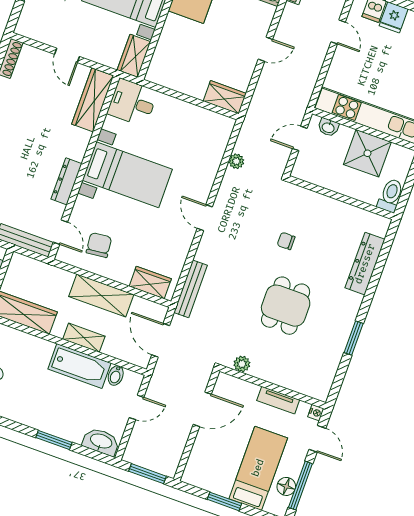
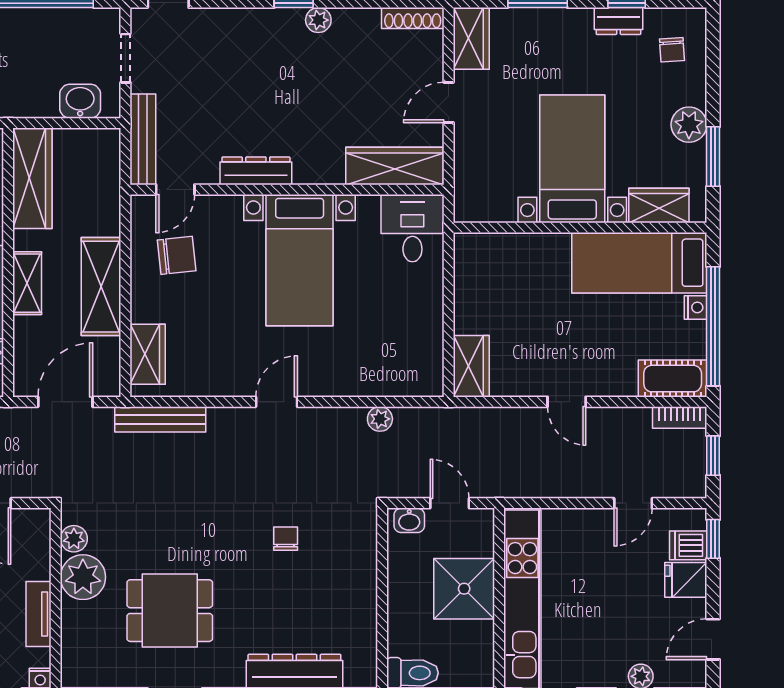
wardrobe: (134, 56) -> (471, 38), moved, turned 90
washbasin: (328, 127) -> (409, 520), moved, turned -90
shower: (367, 153) -> (464, 589), moved
dining table: (286, 306) -> (170, 611), moved
plant: (266, 367) -> (83, 577), added

